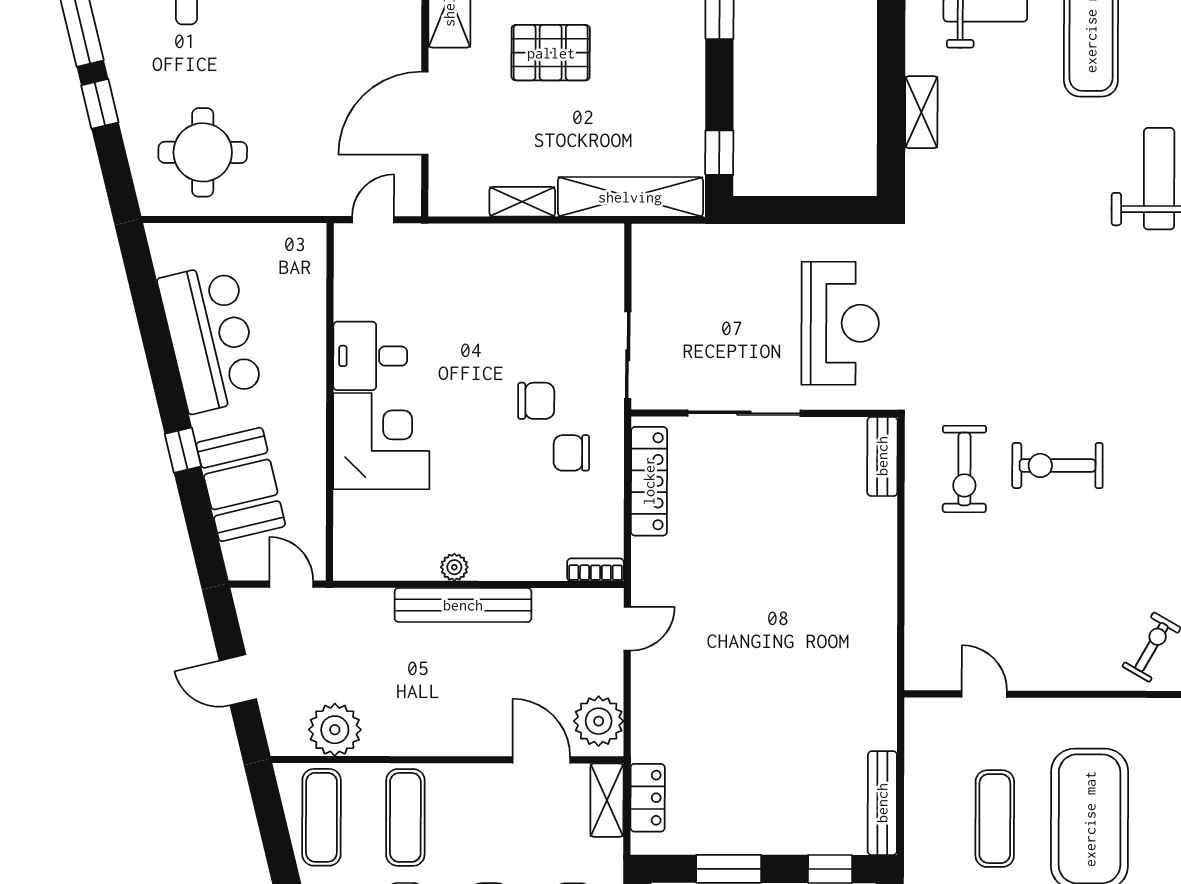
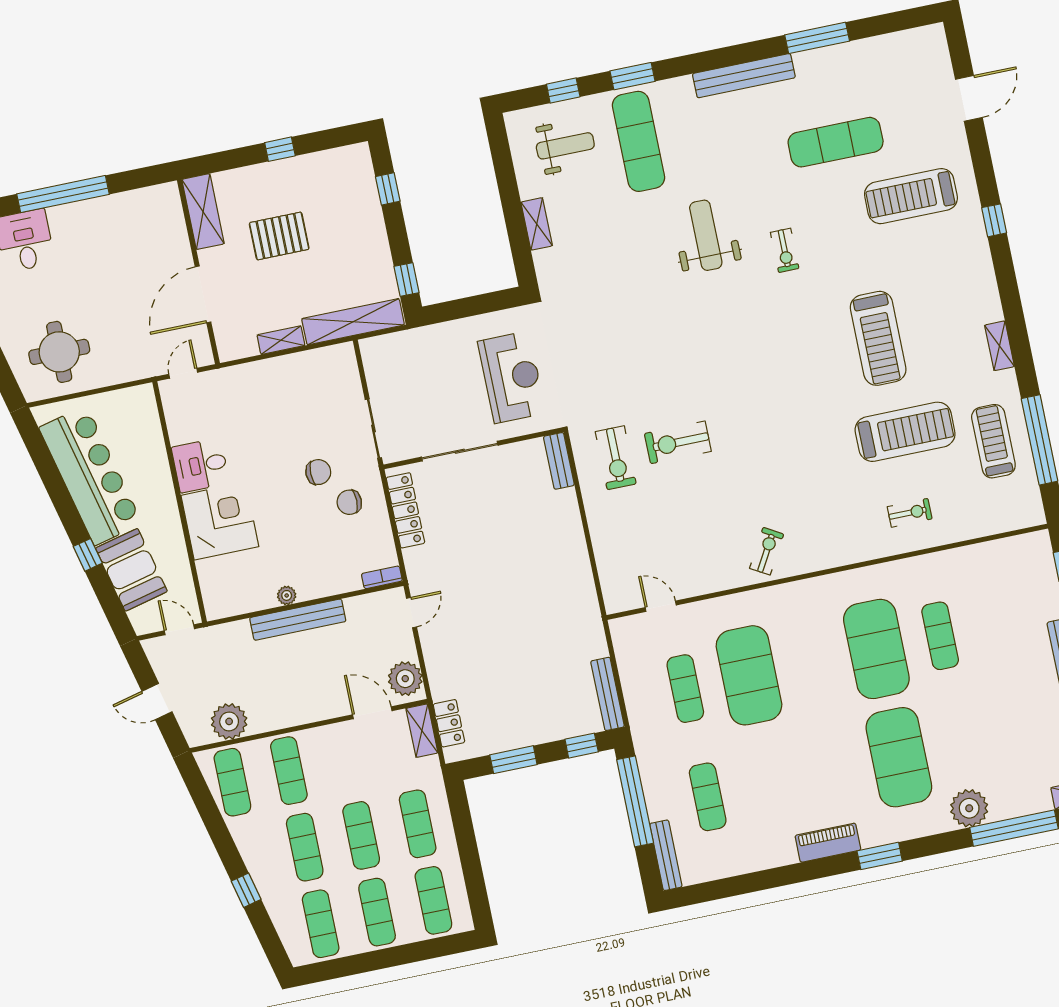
bar counter: (211, 338) -> (91, 476), width x1.36

